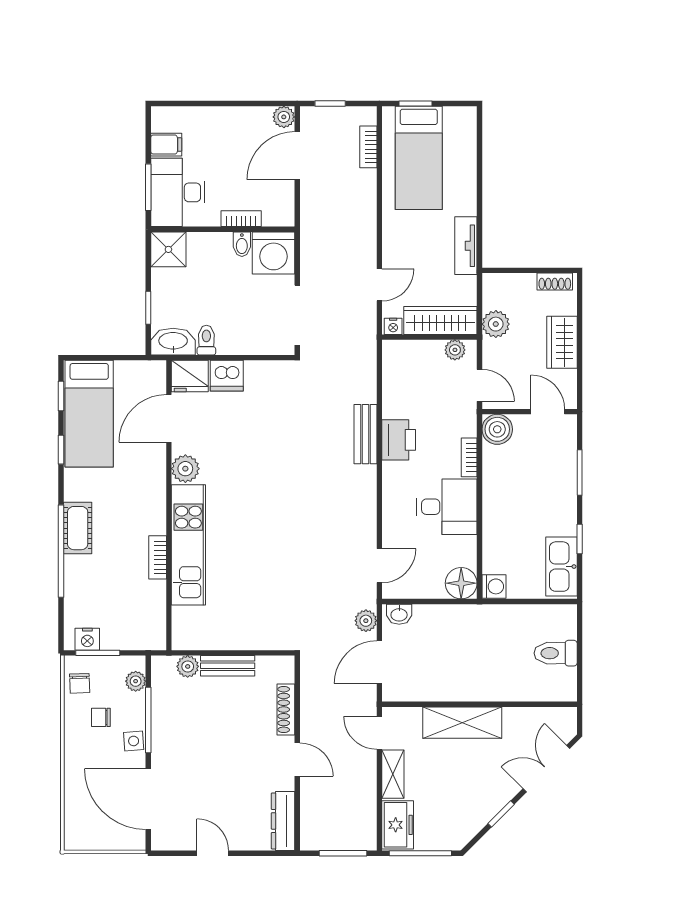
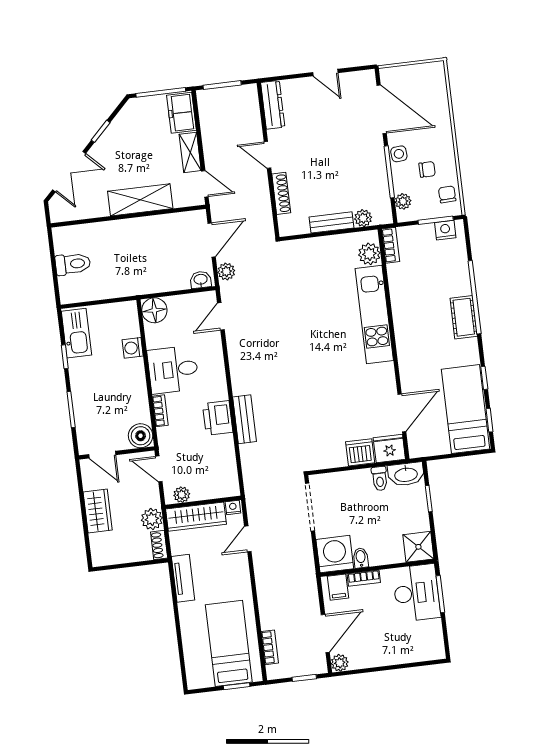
filing cabinet: (166, 145) -> (338, 587), moved, turned -90
shoe rack: (555, 282) -> (159, 545), moved, turned -90
plant: (185, 469) -> (369, 254), moved
bookcase: (158, 557) -> (391, 245), moved
washing machine: (494, 586) -> (133, 348), moved

